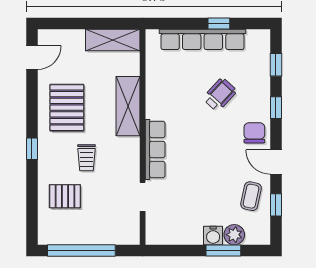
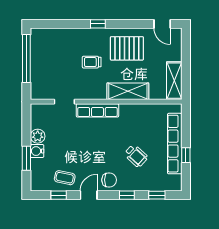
pallet: (65, 196) -> (65, 47), removed
plant: (234, 235) -> (38, 136), moved

